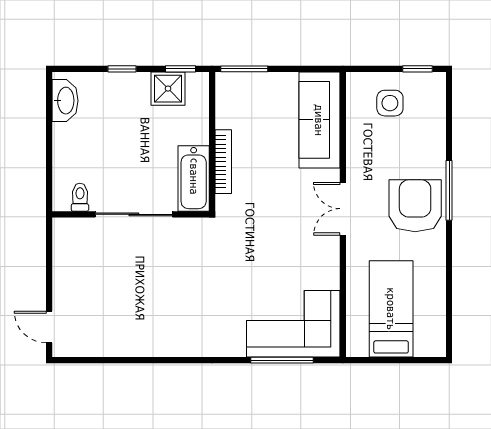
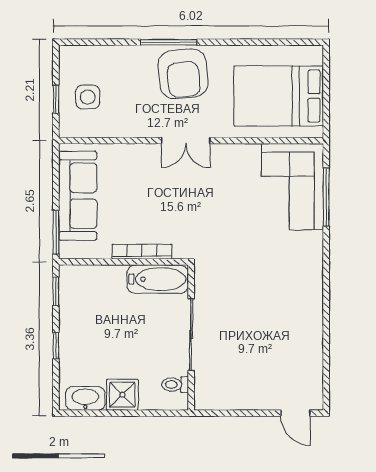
window: (418, 69) -> (56, 99), moved
shower: (168, 89) -> (122, 395), moved
sofa: (319, 120) -> (78, 196), moved, turned -90
armchair: (415, 206) -> (183, 74), turned -96
bed: (391, 309) -> (279, 96), width x1.50
door: (49, 327) -> (295, 413), hinge flipped

